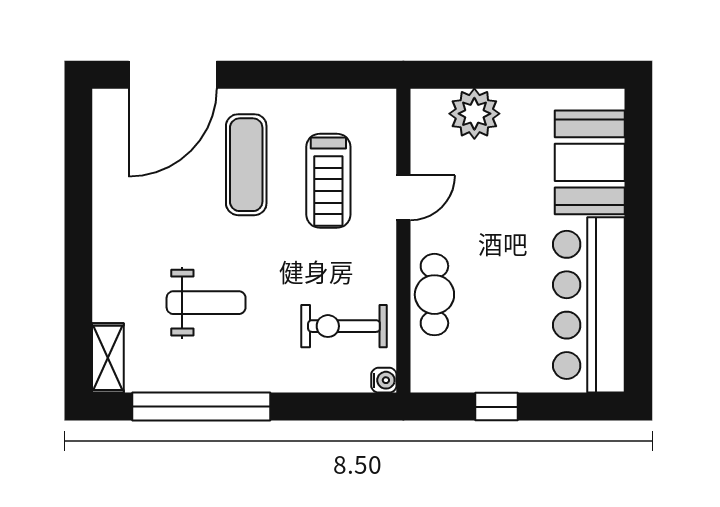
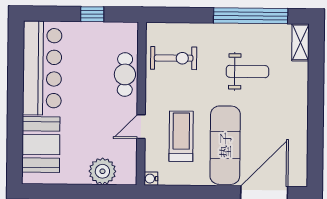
exercise mat: (246, 165) -> (225, 145), width x1.36, depth x1.45
weight bench: (206, 303) -> (247, 71), turned 180
water cooler: (384, 380) -> (151, 179), moved

